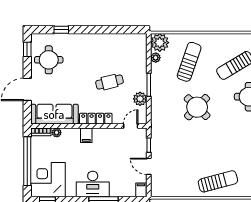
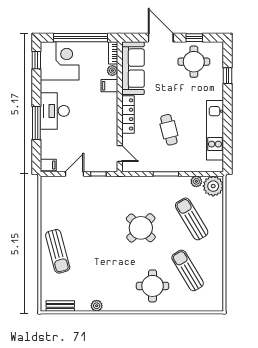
kitchen unit: (110, 41) -> (215, 130), added
window: (27, 49) -> (194, 38), moved
sun lounger: (189, 62) -> (192, 219), turned -140
plant: (140, 99) -> (150, 164), removed
filing cabinet: (86, 135) -> (109, 86), moved

